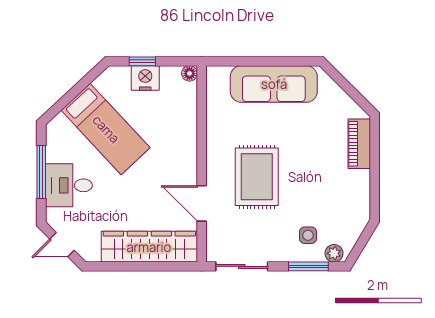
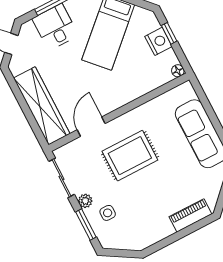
plant: (334, 253) -> (85, 201), moved

